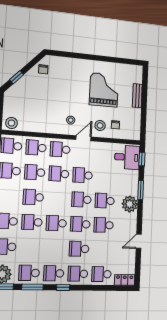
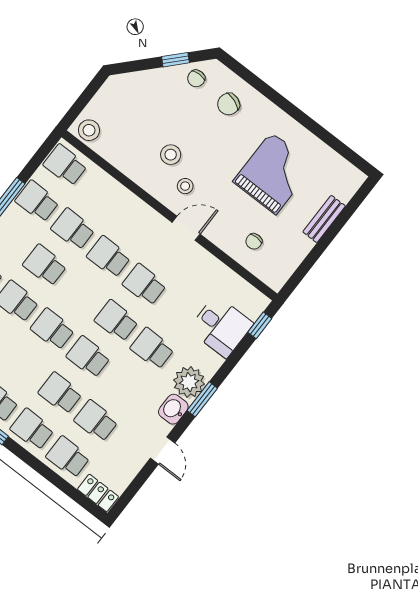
chair: (65, 72) -> (229, 104), added
window: (17, 77) -> (175, 60), moved
stool: (100, 126) -> (171, 155), moved
school desk: (36, 148) -> (101, 193), removed
school desk: (60, 149) -> (137, 221), removed
desk: (127, 157) -> (221, 326), moved
window: (141, 190) -> (202, 399), moved
washbasin: (131, 220) -> (173, 409), added
school desk: (104, 225) -> (96, 421), moved
door: (139, 241) -> (163, 450), swing flipped

